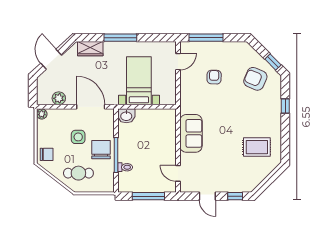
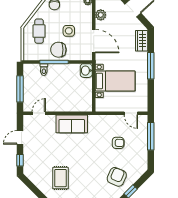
door: (91, 107) -> (94, 41), hinge flipped
chair: (101, 150) -> (58, 50), turned 180

